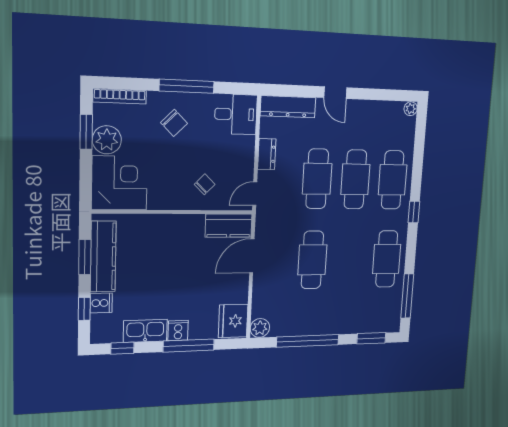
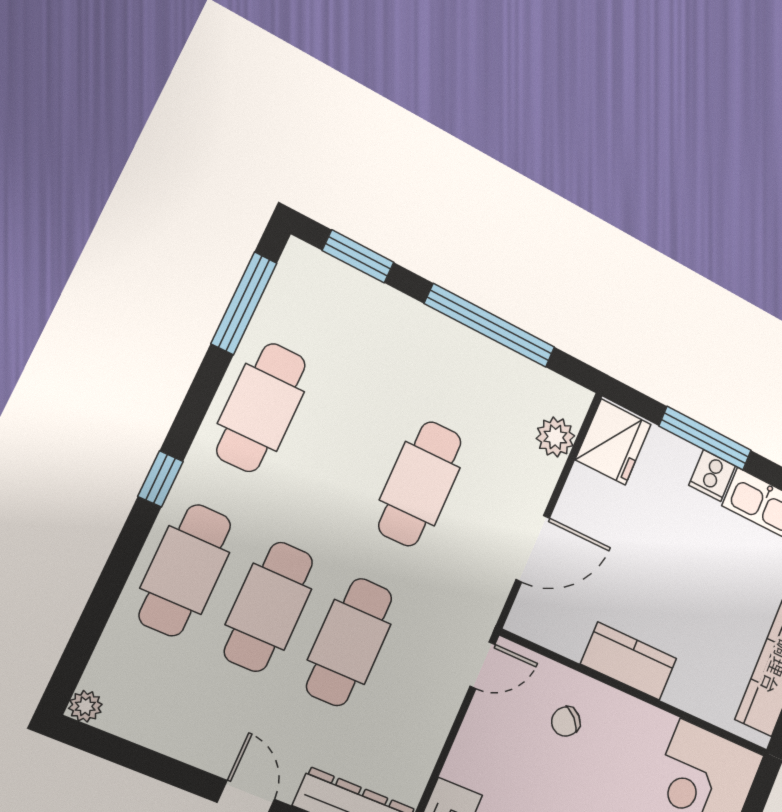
dresser: (267, 154) -> (431, 732), removed
kitchen counter: (229, 226) -> (629, 661), moved
plant: (260, 328) -> (555, 437), moved

